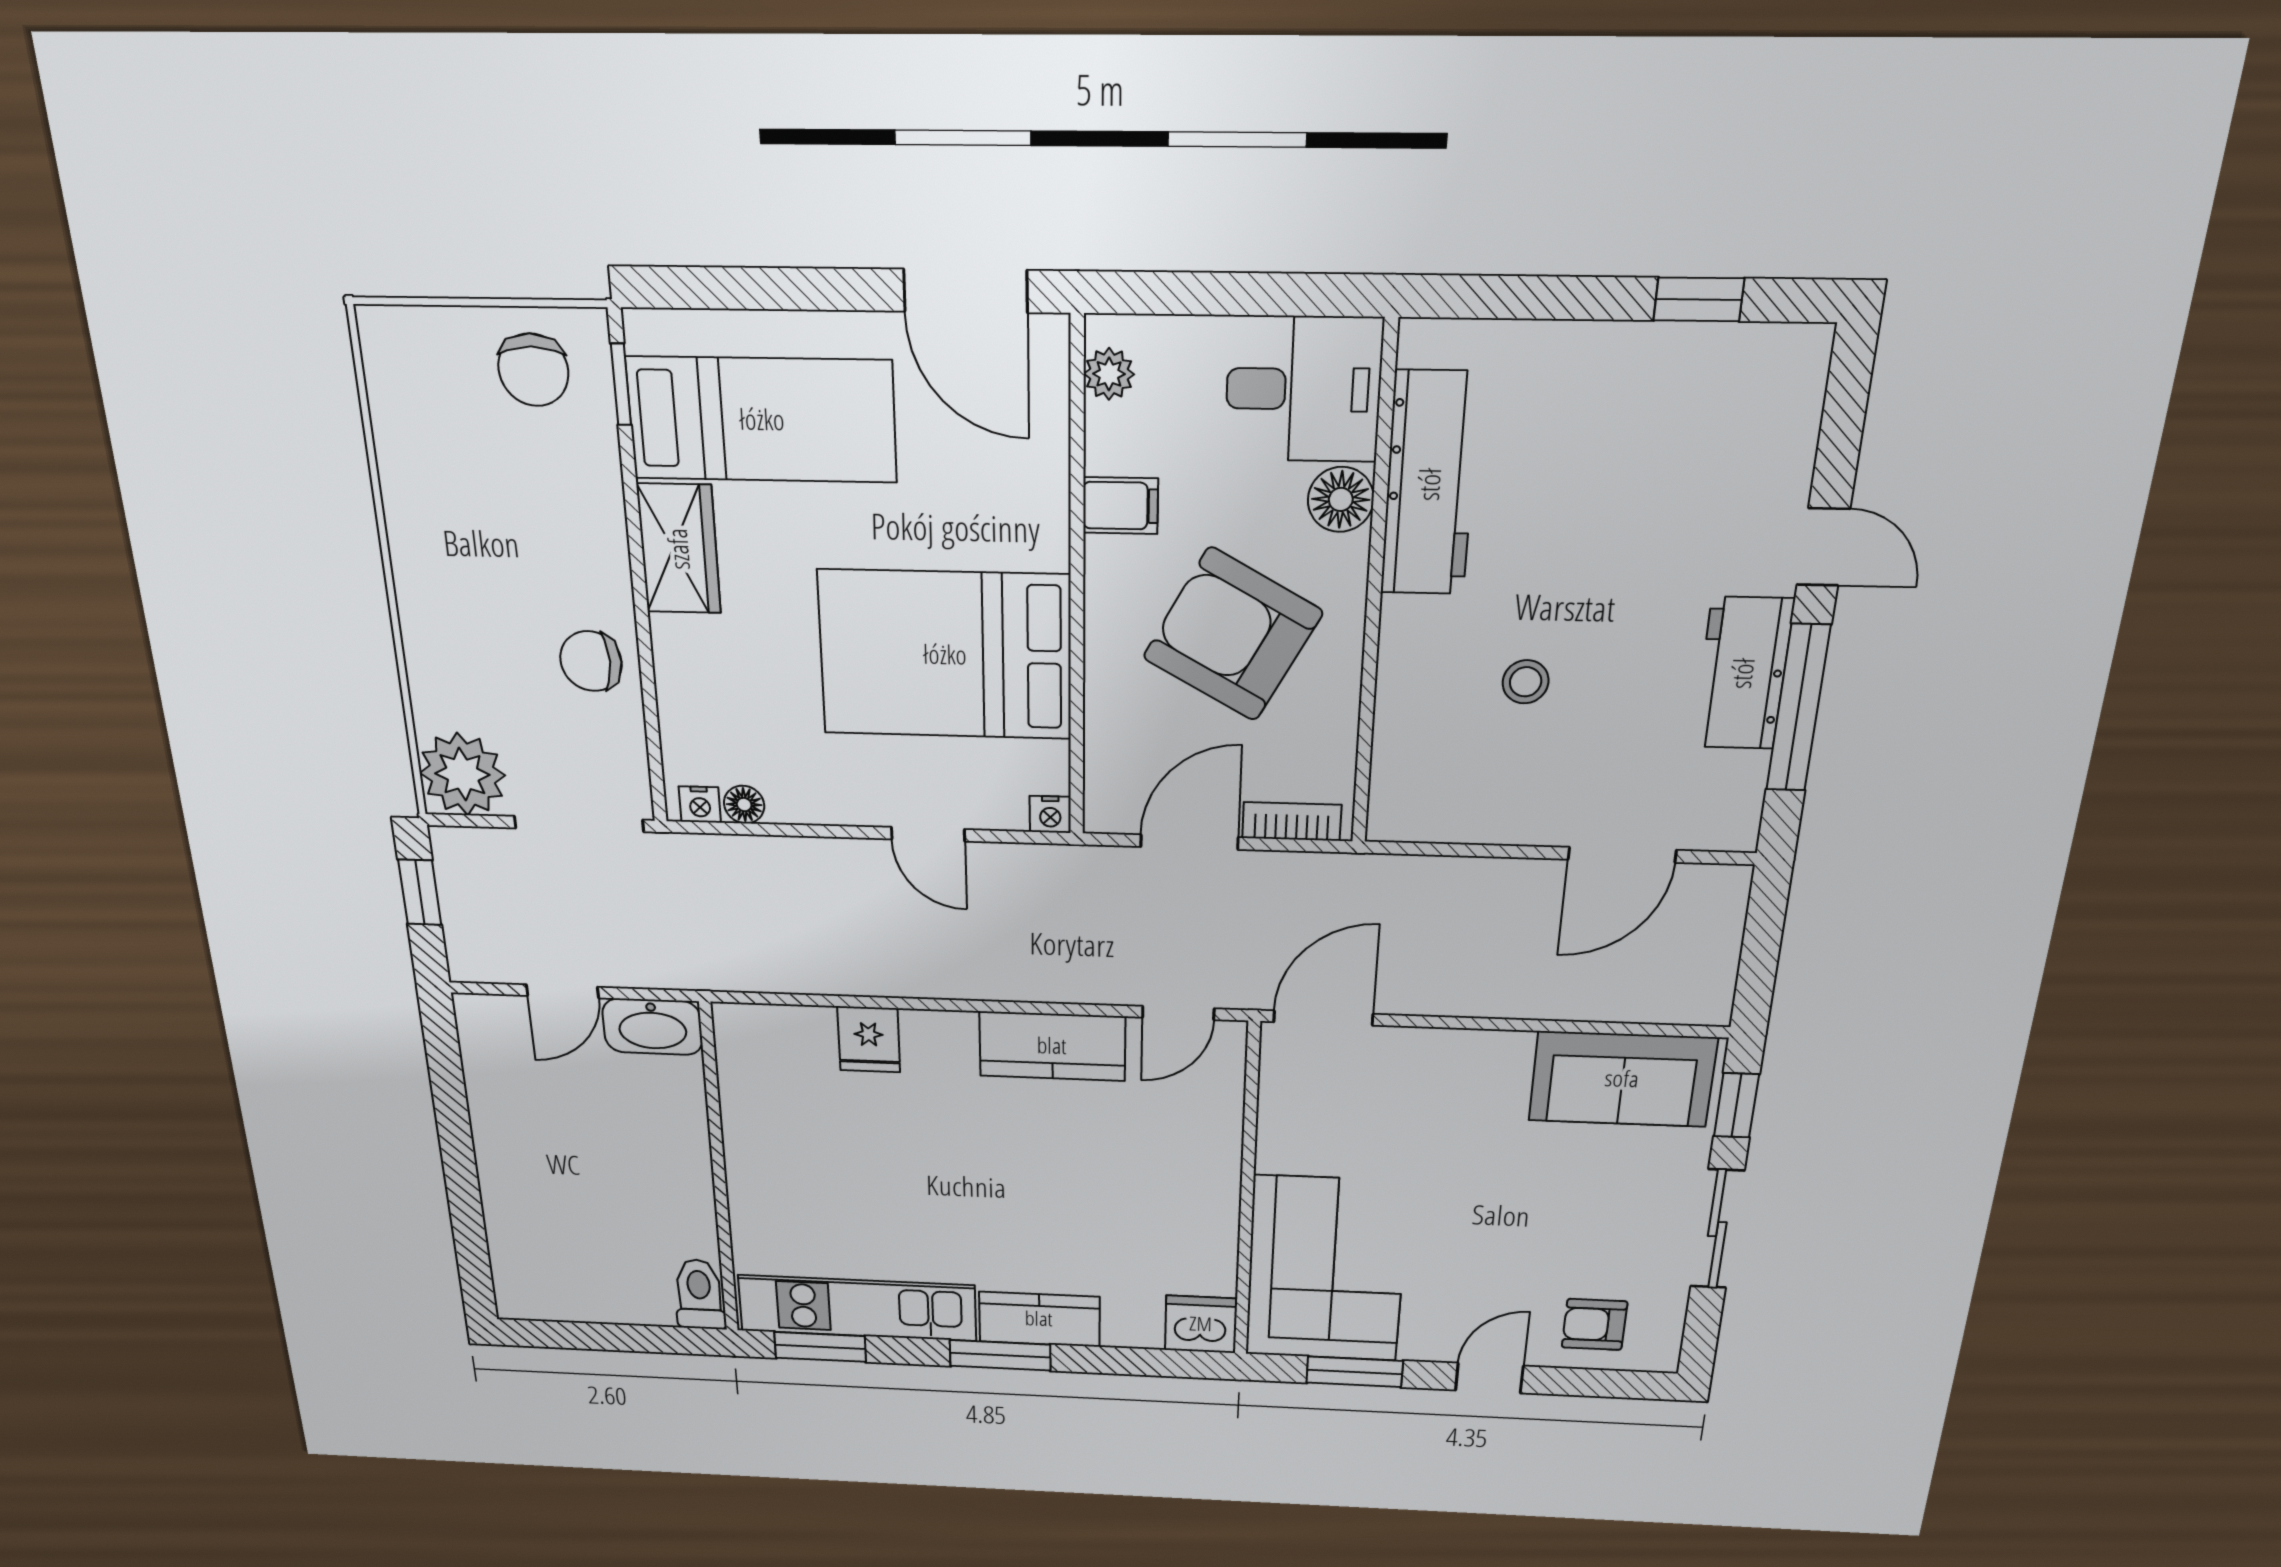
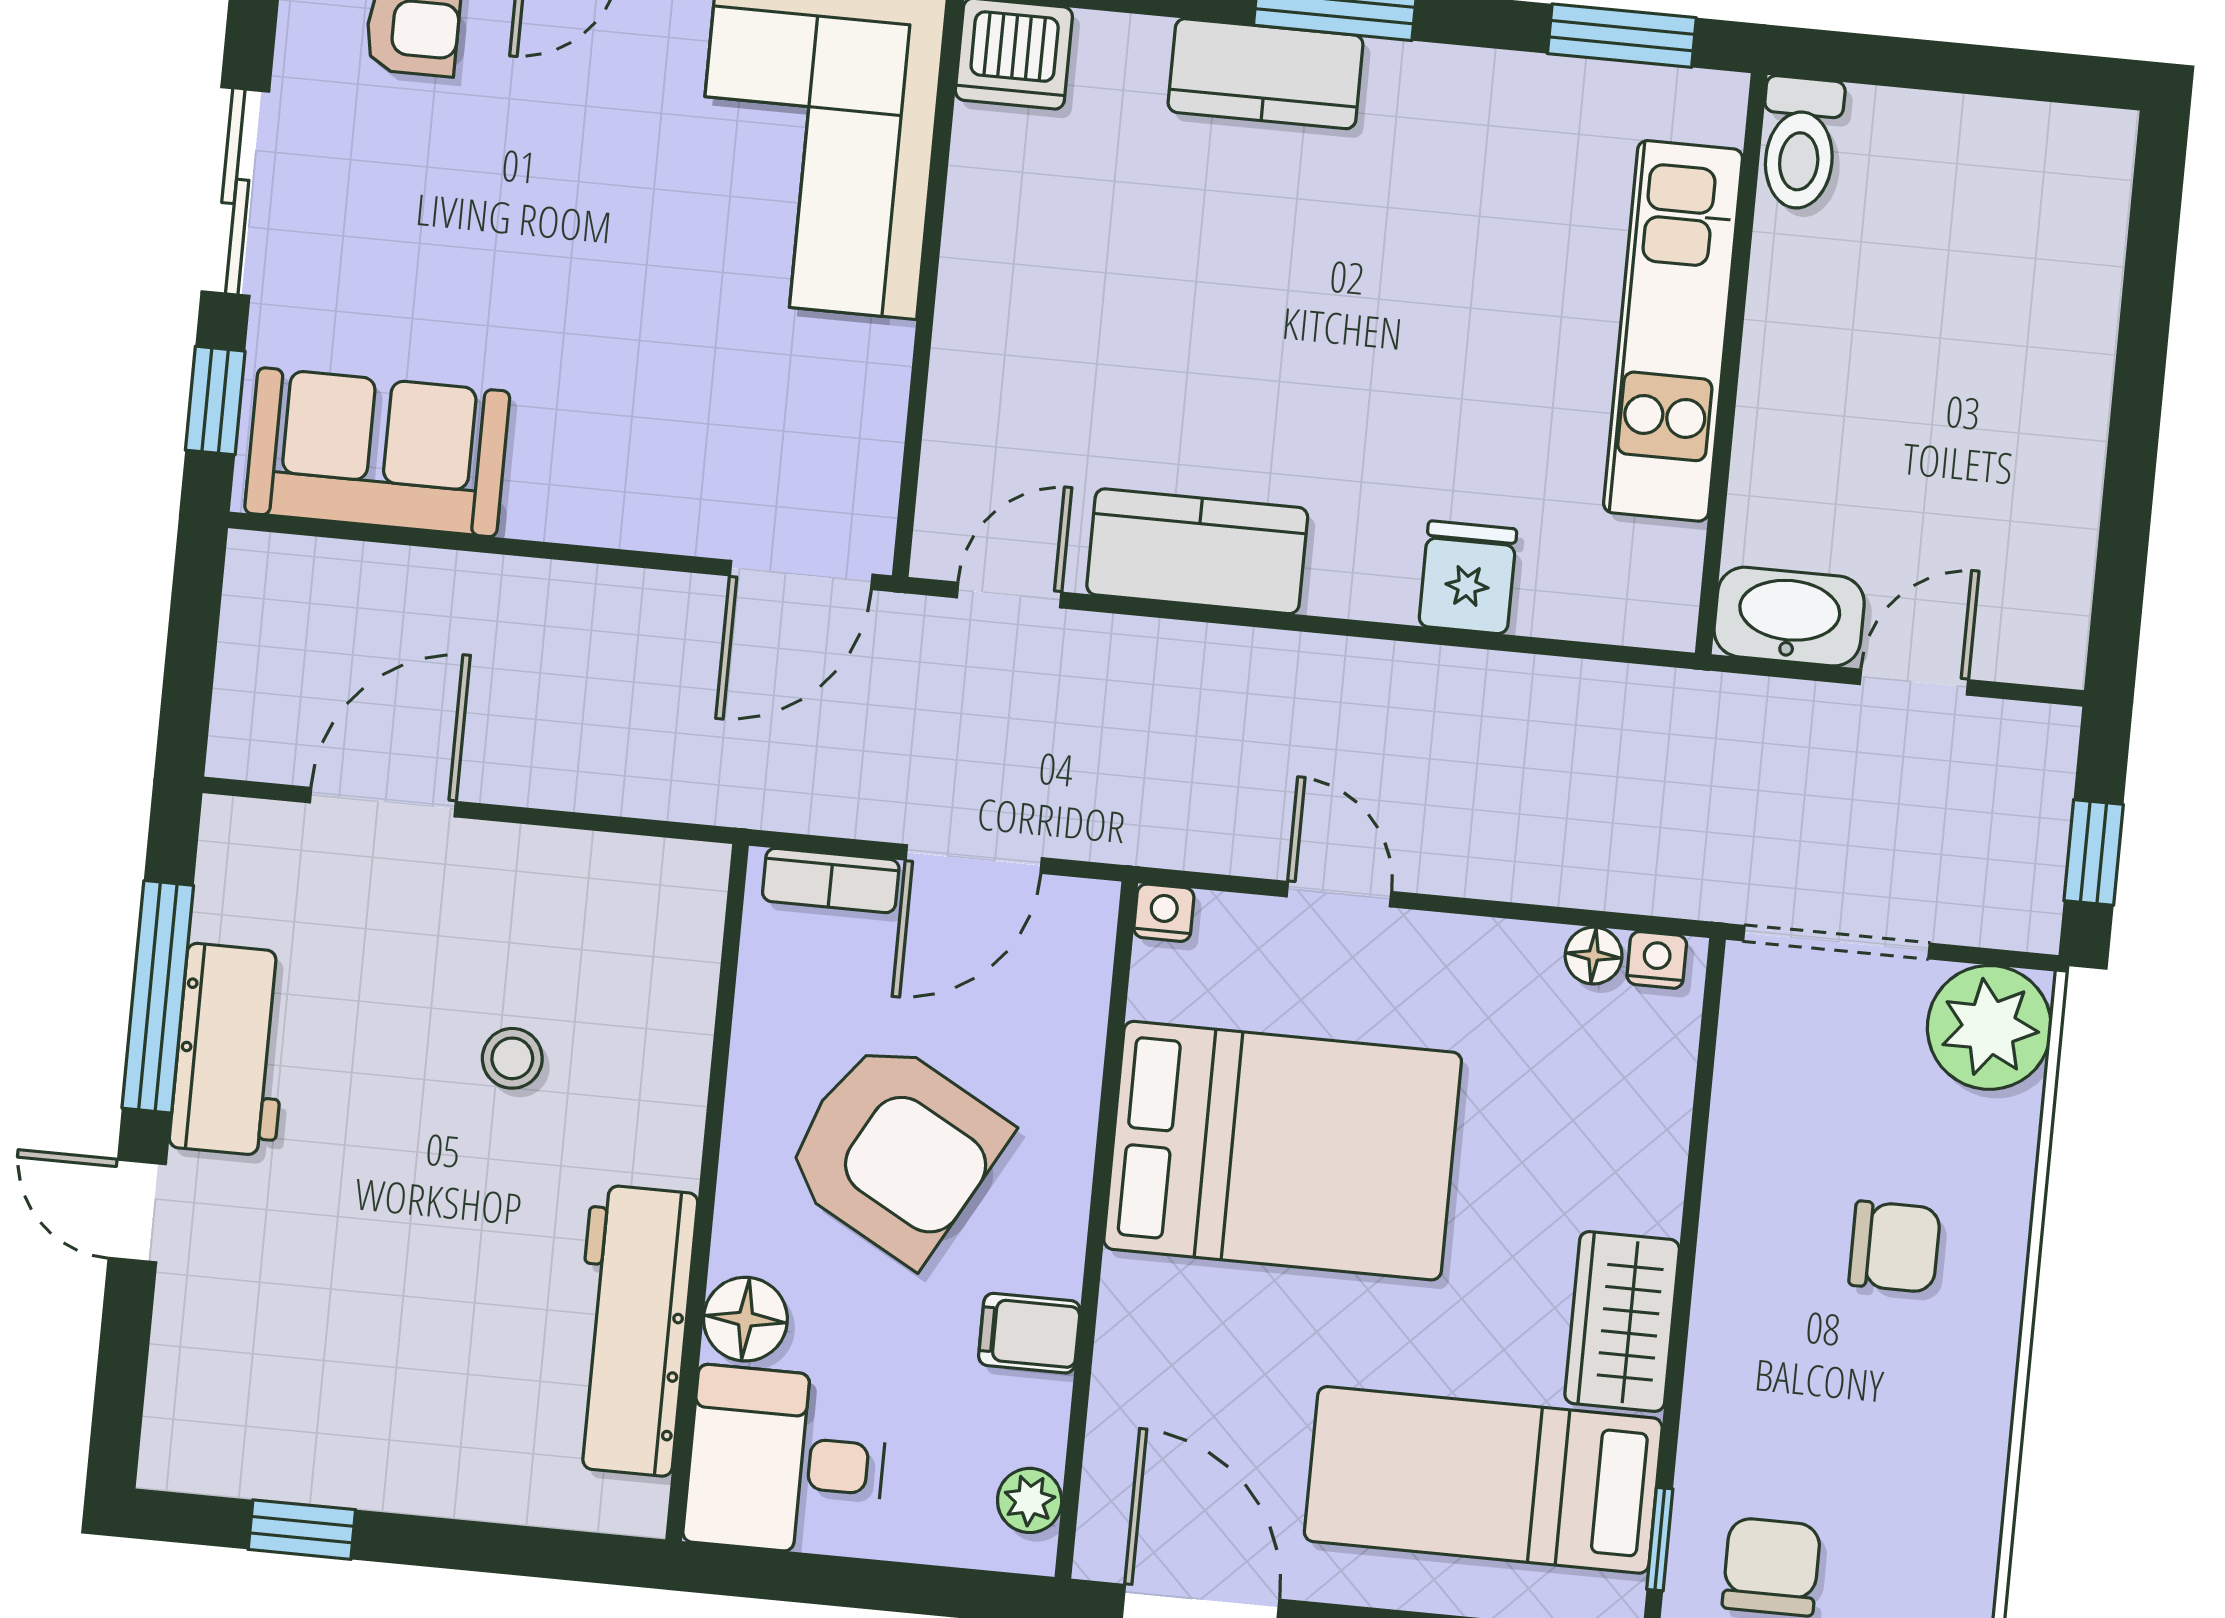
chair: (591, 661) -> (1895, 1247), moved
kitchen unit: (857, 1308) -> (1673, 331), moved, turned 90

